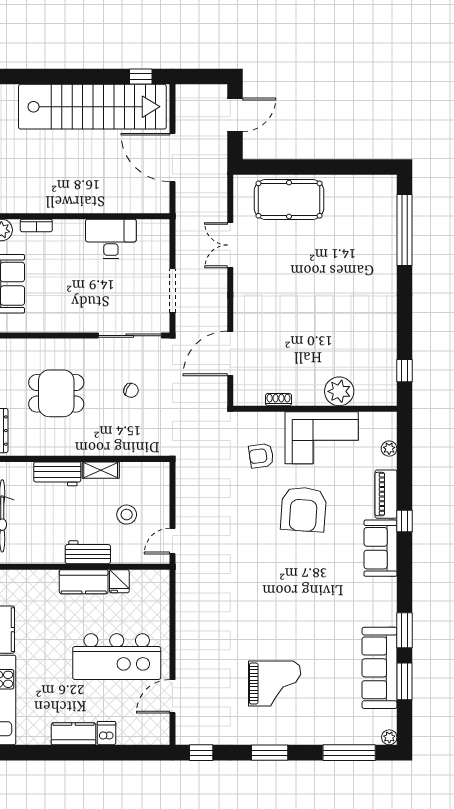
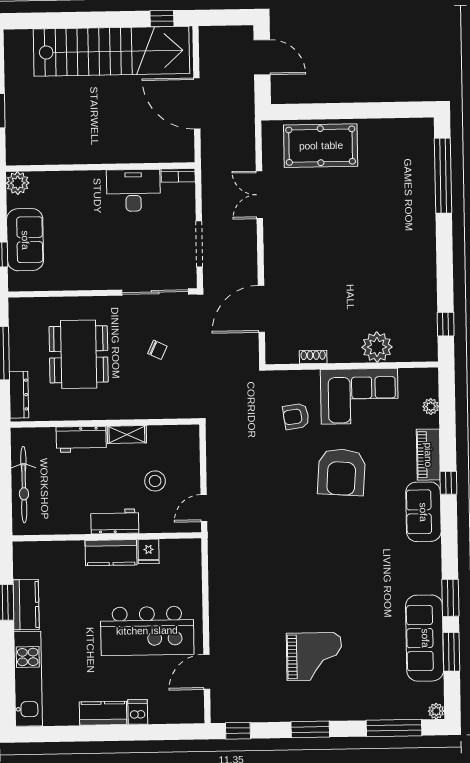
door: (235, 115) -> (262, 57), hinge flipped
bookcase: (36, 225) -> (178, 175), moved
dining table: (56, 393) -> (79, 354), width x1.38

